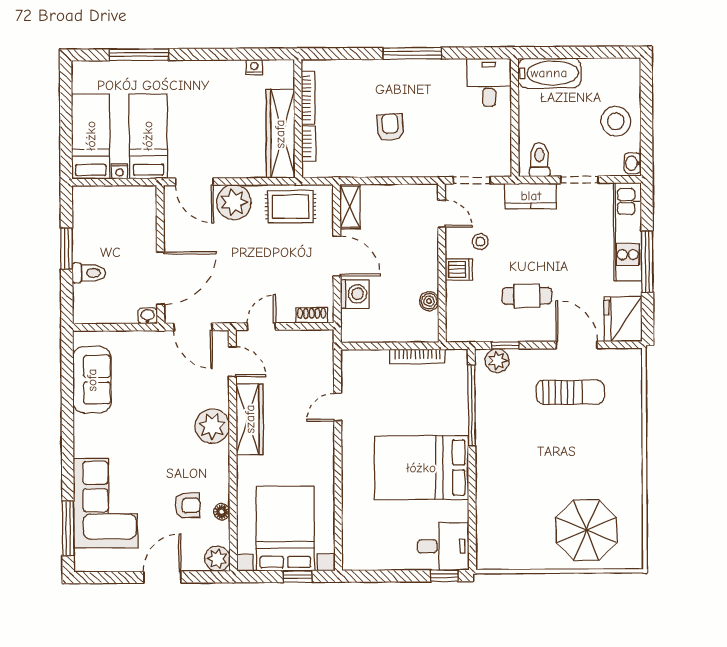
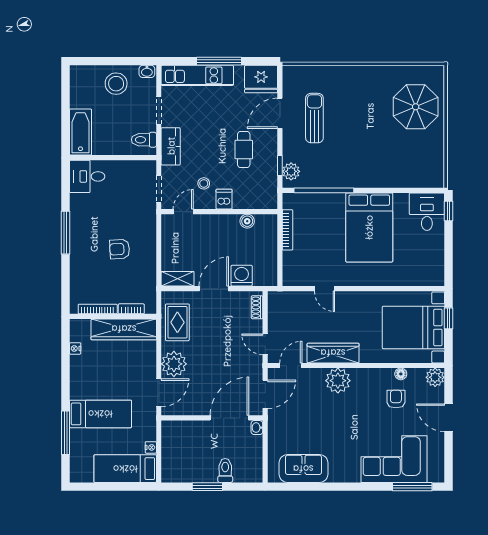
bed: (148, 136) -> (100, 414), moved, turned 180
door: (160, 278) -> (229, 418), hinge flipped

